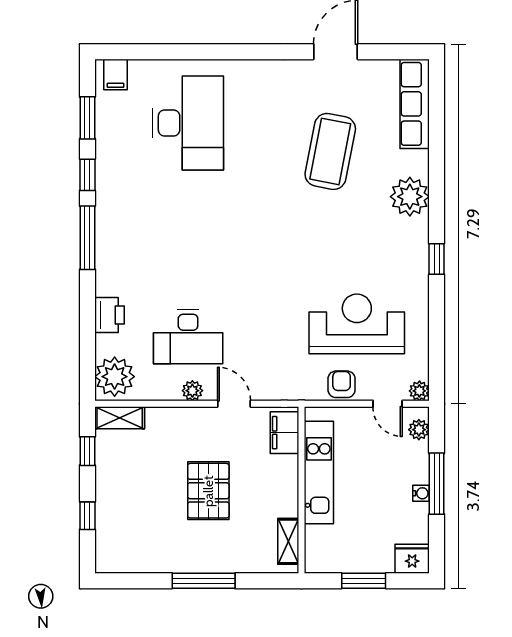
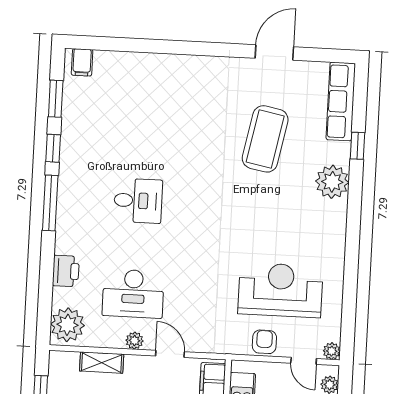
desk: (188, 123) -> (138, 201), moved, width x0.53, depth x0.77
window: (437, 259) -> (358, 146), moved
shelving: (120, 418) -> (102, 363), moved

